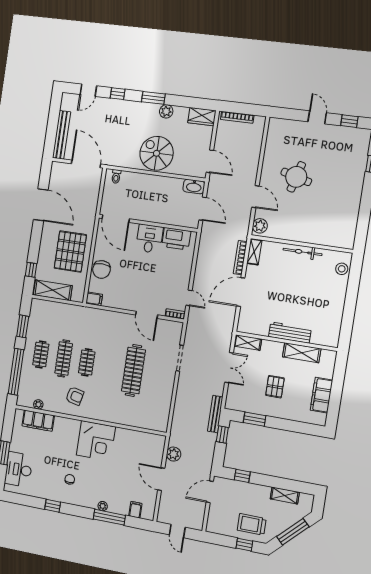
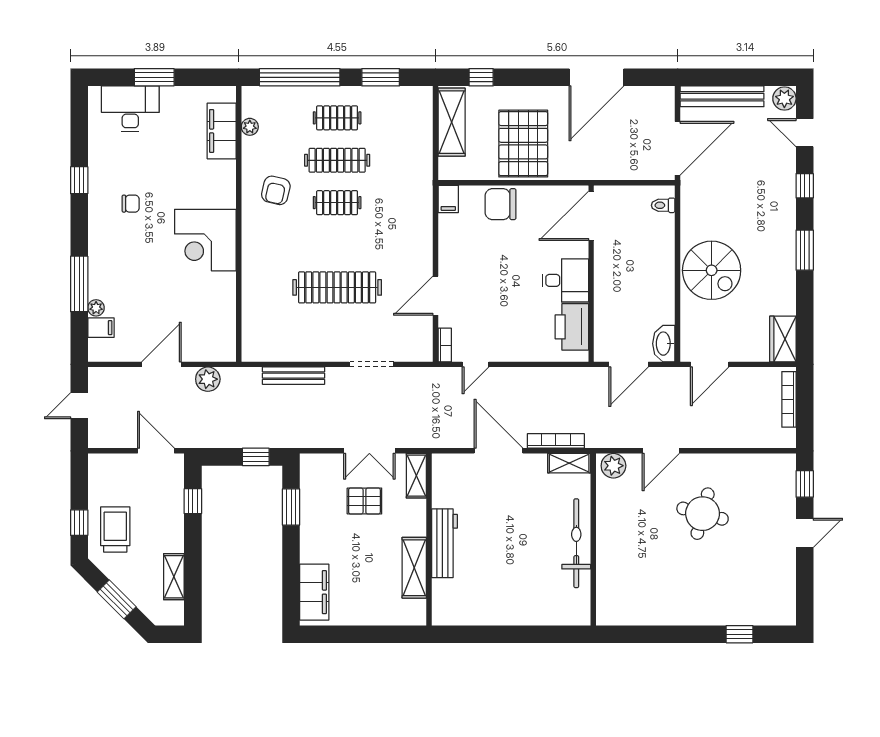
plant: (166, 111) -> (784, 98), moved
window: (349, 121) -> (805, 484), moved
spiral stairs: (157, 153) -> (712, 270), turned 90
pallet: (70, 251) -> (523, 144), turned 90
bicycle: (302, 252) -> (576, 543), width x1.37, depth x1.40
stool: (342, 269) -> (562, 612), removed
pallet: (275, 387) -> (364, 501), moved
filing cabinet: (321, 395) -> (314, 592), moved, turned 90
bench: (215, 414) -> (293, 376), moved
plant: (103, 506) -> (96, 308), moved
window: (293, 532) -> (117, 599), width x0.69

